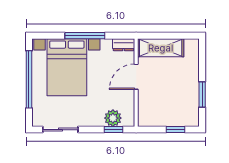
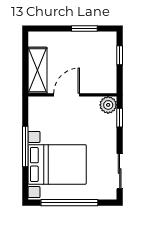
dresser: (124, 45) -> (34, 107), removed
door: (136, 77) -> (67, 95), swing flipped
plant: (113, 118) -> (108, 105), moved

